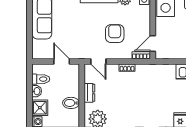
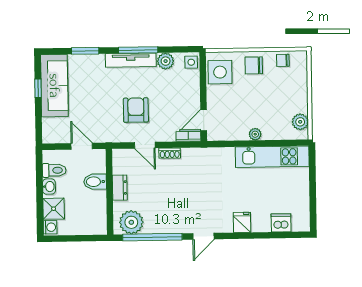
window: (30, 18) -> (38, 88), added
armchair: (115, 34) -> (136, 110), moved
door: (98, 61) -> (145, 145), moved
bidet: (71, 103) -> (95, 182), moved

